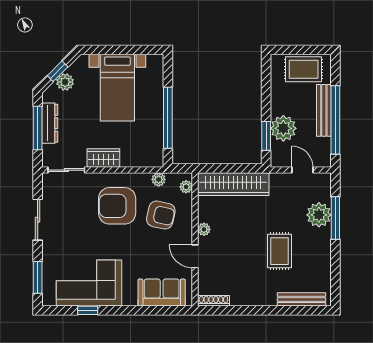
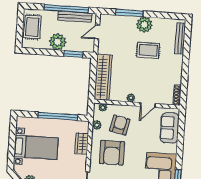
bench: (324, 110) -> (75, 17), moved
plant: (283, 128) -> (58, 42), moved
wardrobe: (103, 158) -> (82, 144), moved
plant: (319, 215) -> (144, 25), moved

